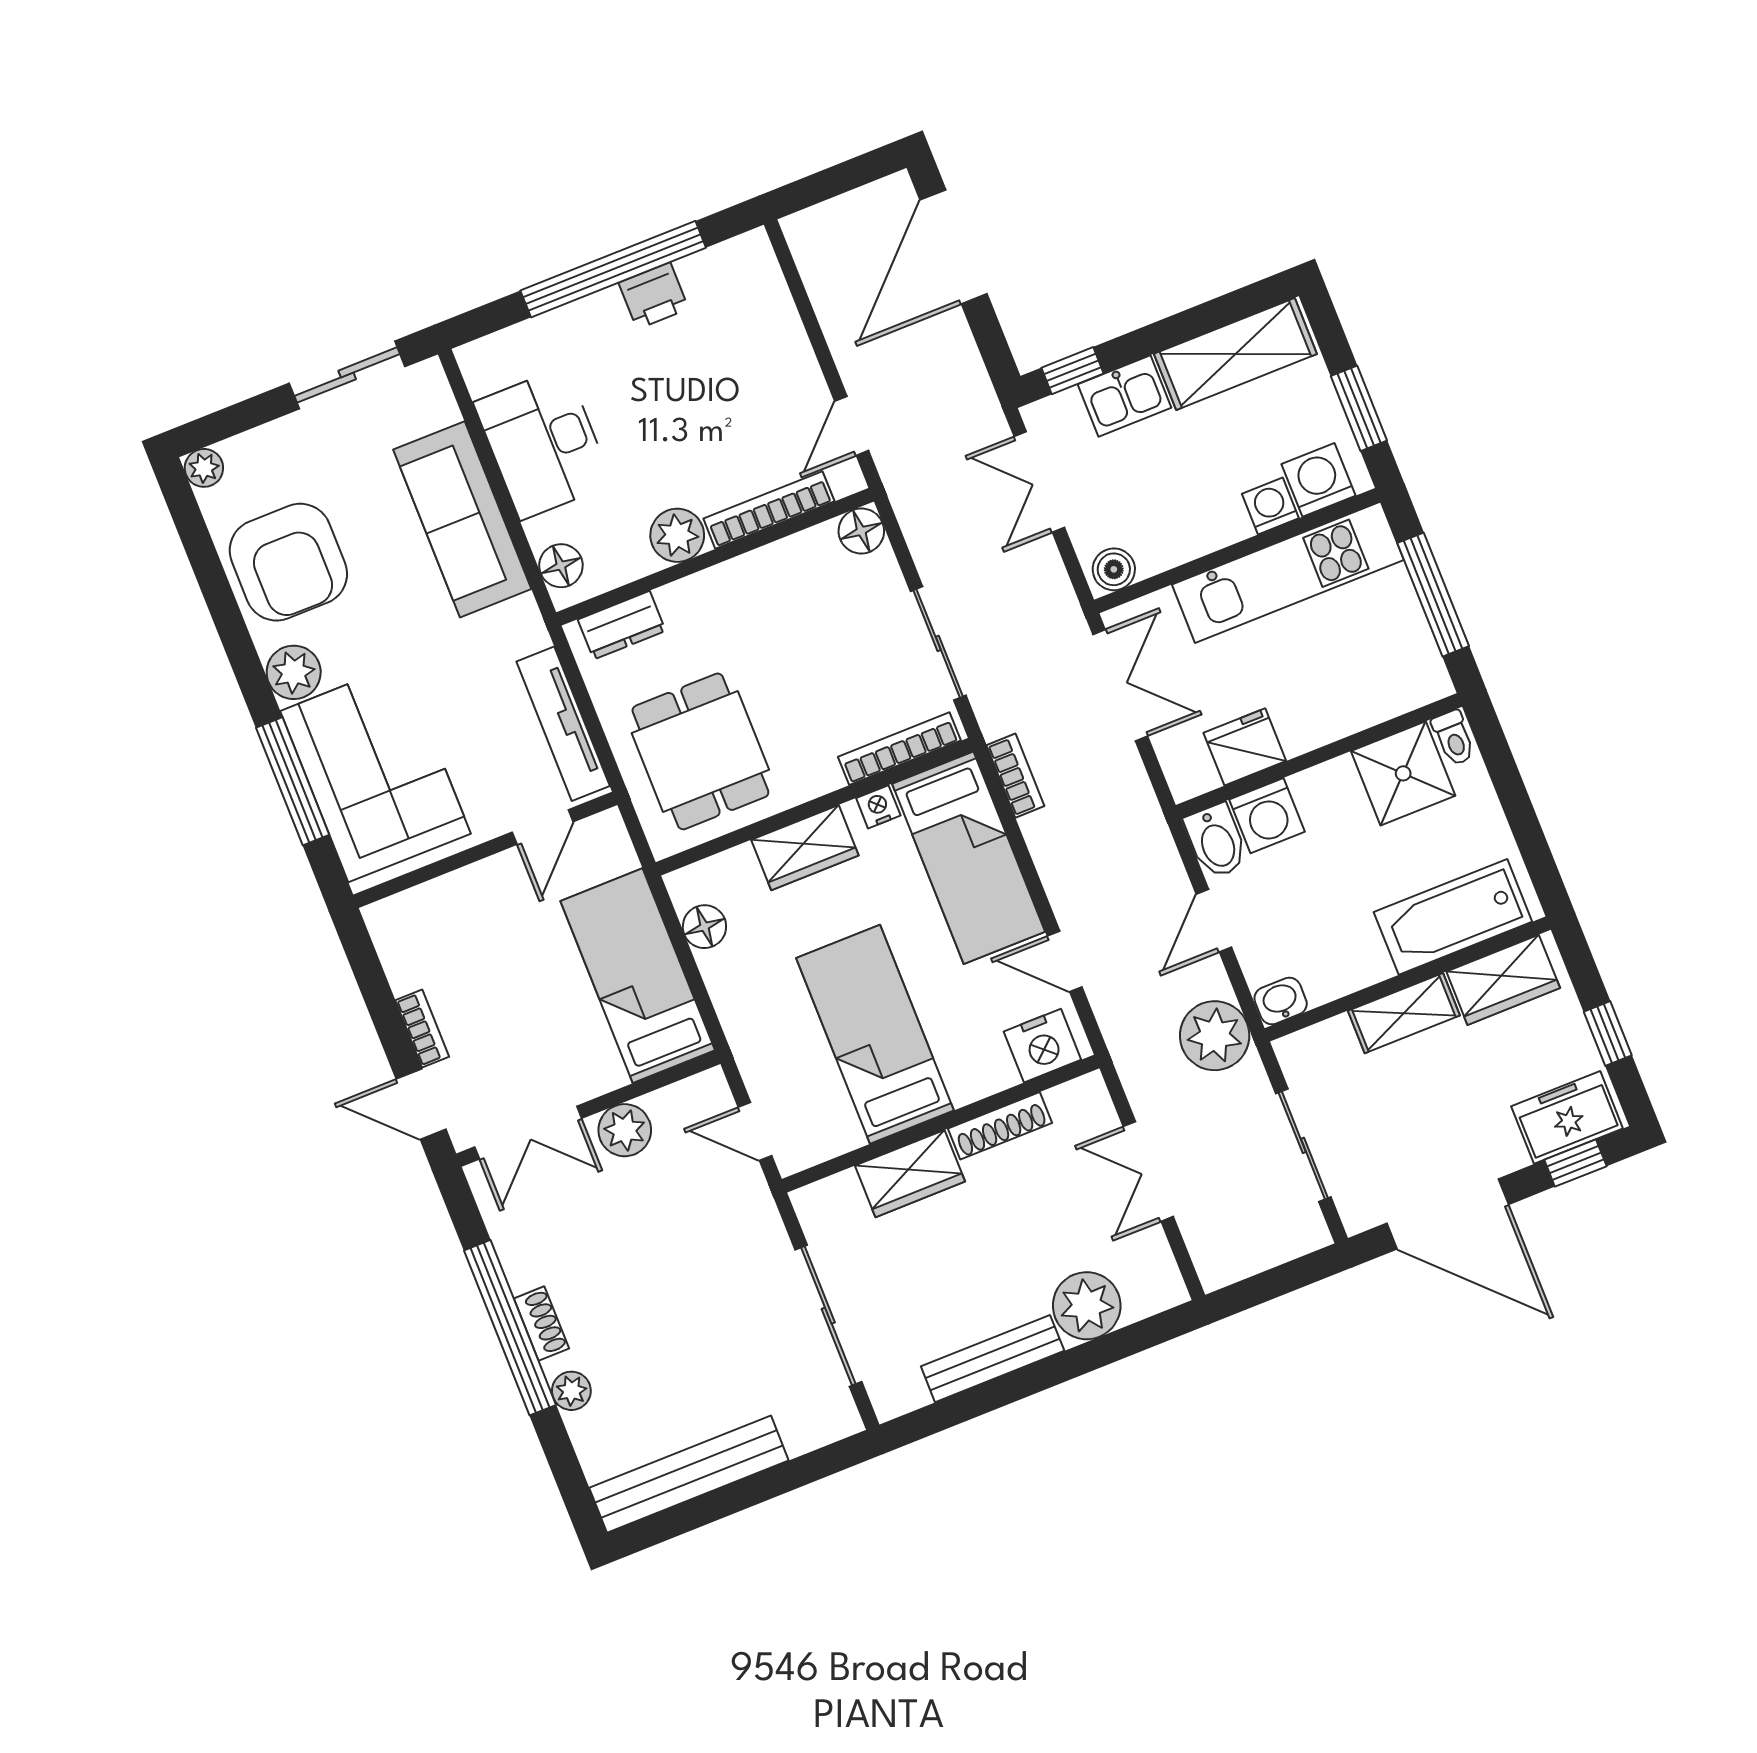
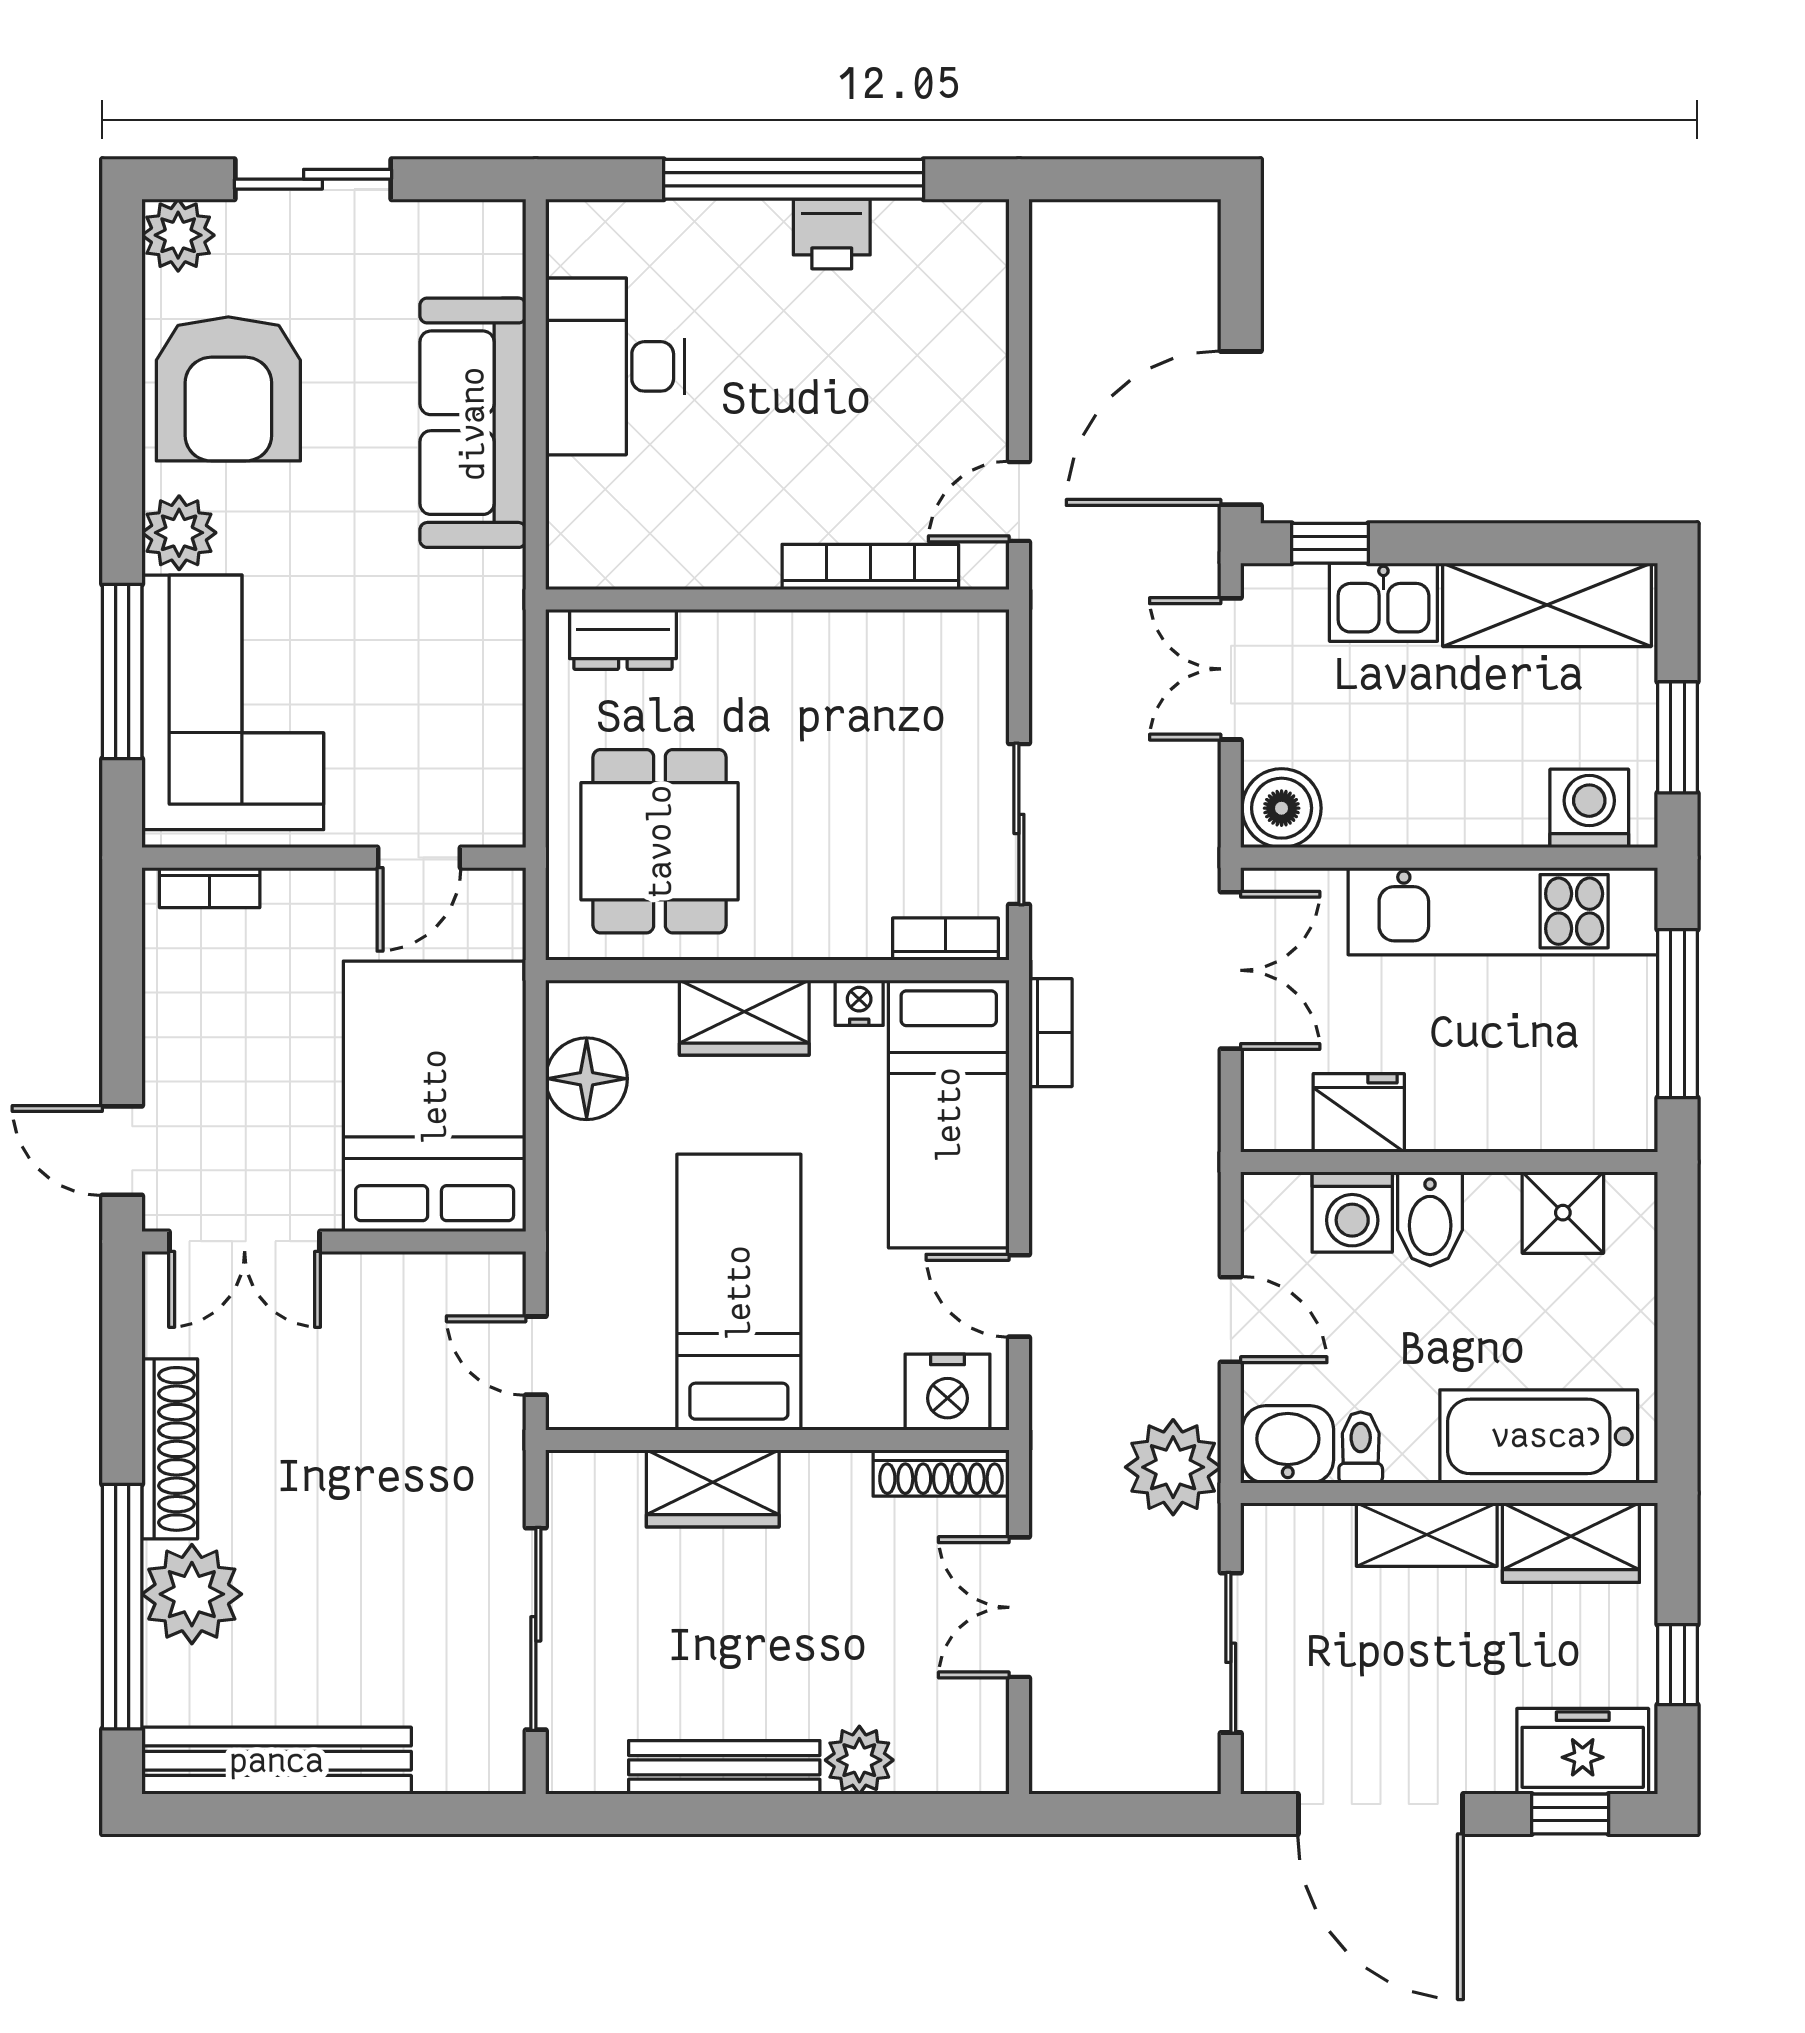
door: (954, 247) -> (1241, 428), moved
sliding door: (347, 375) -> (313, 179), moved
plant: (204, 468) -> (178, 235), width x1.38, depth x1.38
washing machine: (1270, 506) -> (1514, 817), removed
floor lamp: (861, 531) -> (978, 641), removed
plant: (677, 535) -> (740, 553), removed
floor lamp: (561, 566) -> (576, 532), removed
boiler: (1114, 569) -> (1282, 808), width x1.36, depth x1.36
tv unit: (563, 724) -> (498, 736), removed
toilet: (1454, 738) -> (1361, 1447), moved, turned 180
bookcase: (899, 749) -> (945, 939), width x0.64
shower: (1403, 773) -> (1563, 1213), width x0.73, depth x0.73
bidet: (1216, 841) -> (1430, 1219), moved
door: (1214, 921) -> (1231, 1320), swing flipped
floor lamp: (704, 927) -> (587, 1079), width x1.38, depth x1.38
bed: (638, 976) -> (435, 1096), width x1.50
washbasin: (1281, 1001) -> (1288, 1444), width x1.38, depth x1.45
bookcase: (422, 1028) -> (210, 888), moved, turned 90
shoe rack: (1000, 1126) -> (941, 1473), moved
plant: (625, 1130) -> (370, 1288), removed
plant: (1087, 1306) -> (859, 1760), width x0.73, depth x0.73
shoe rack: (541, 1323) -> (170, 1449), width x1.94, depth x1.24
window: (510, 1328) -> (122, 1607), moved
plant: (571, 1391) -> (192, 1594), width x1.88, depth x1.88

